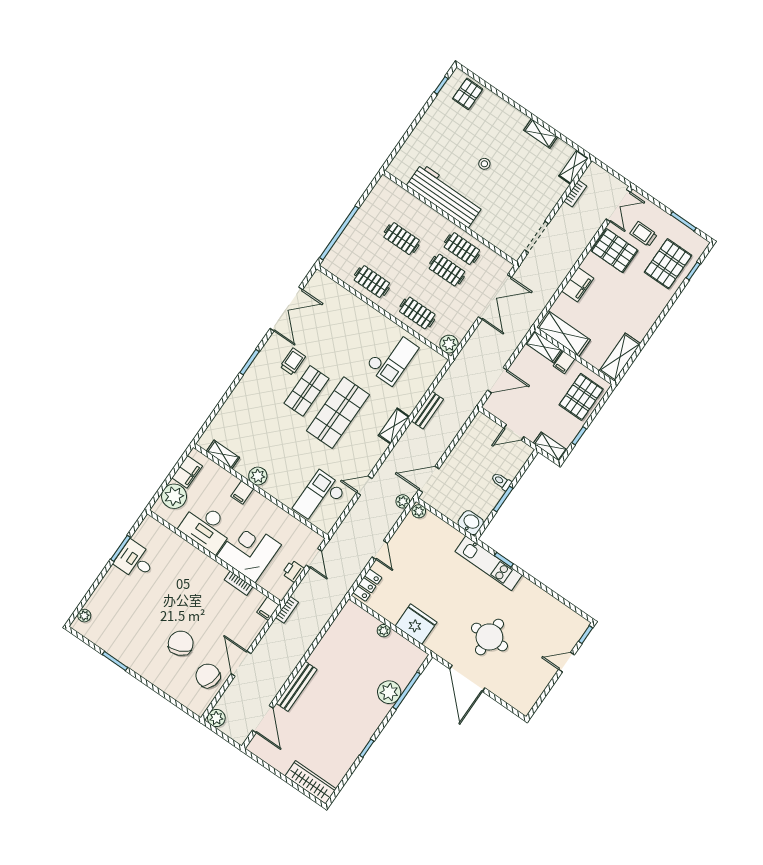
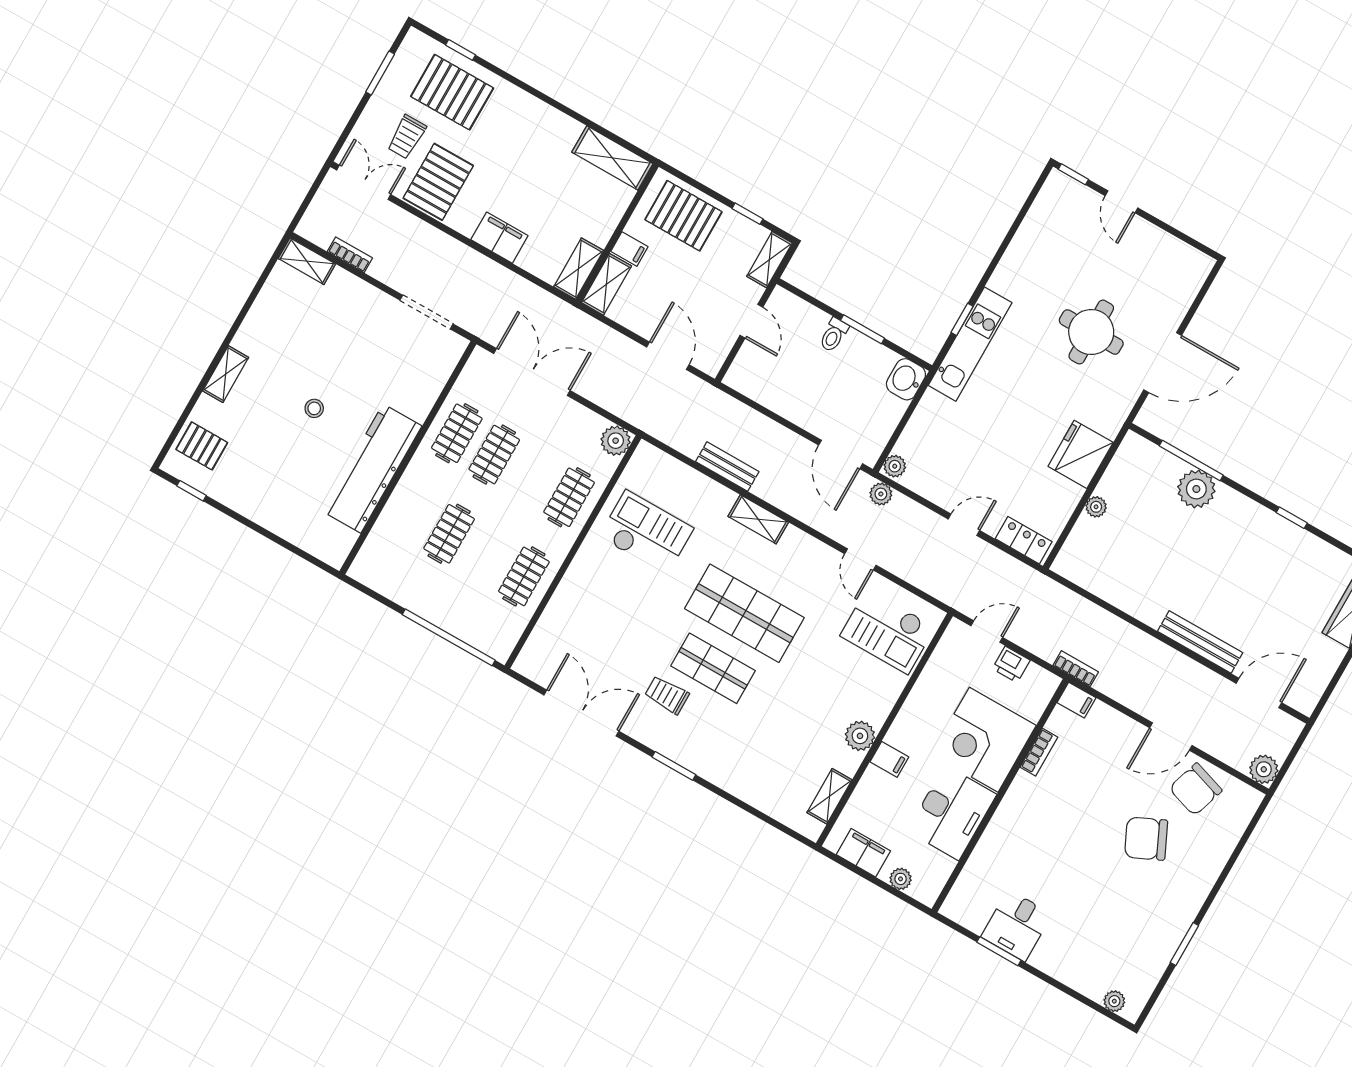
shelving: (541, 134) -> (226, 374), moved
shelving: (563, 334) -> (579, 269), width x0.67, depth x0.75
plant: (174, 496) -> (901, 879), width x0.53, depth x0.53

